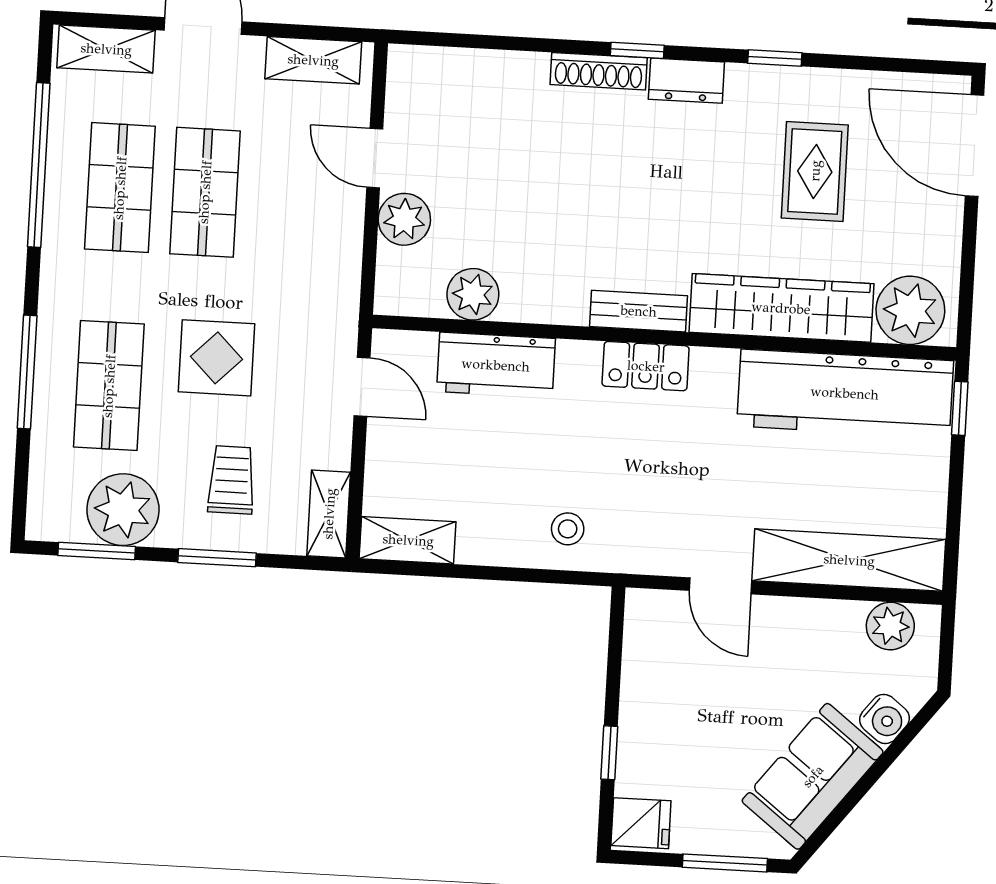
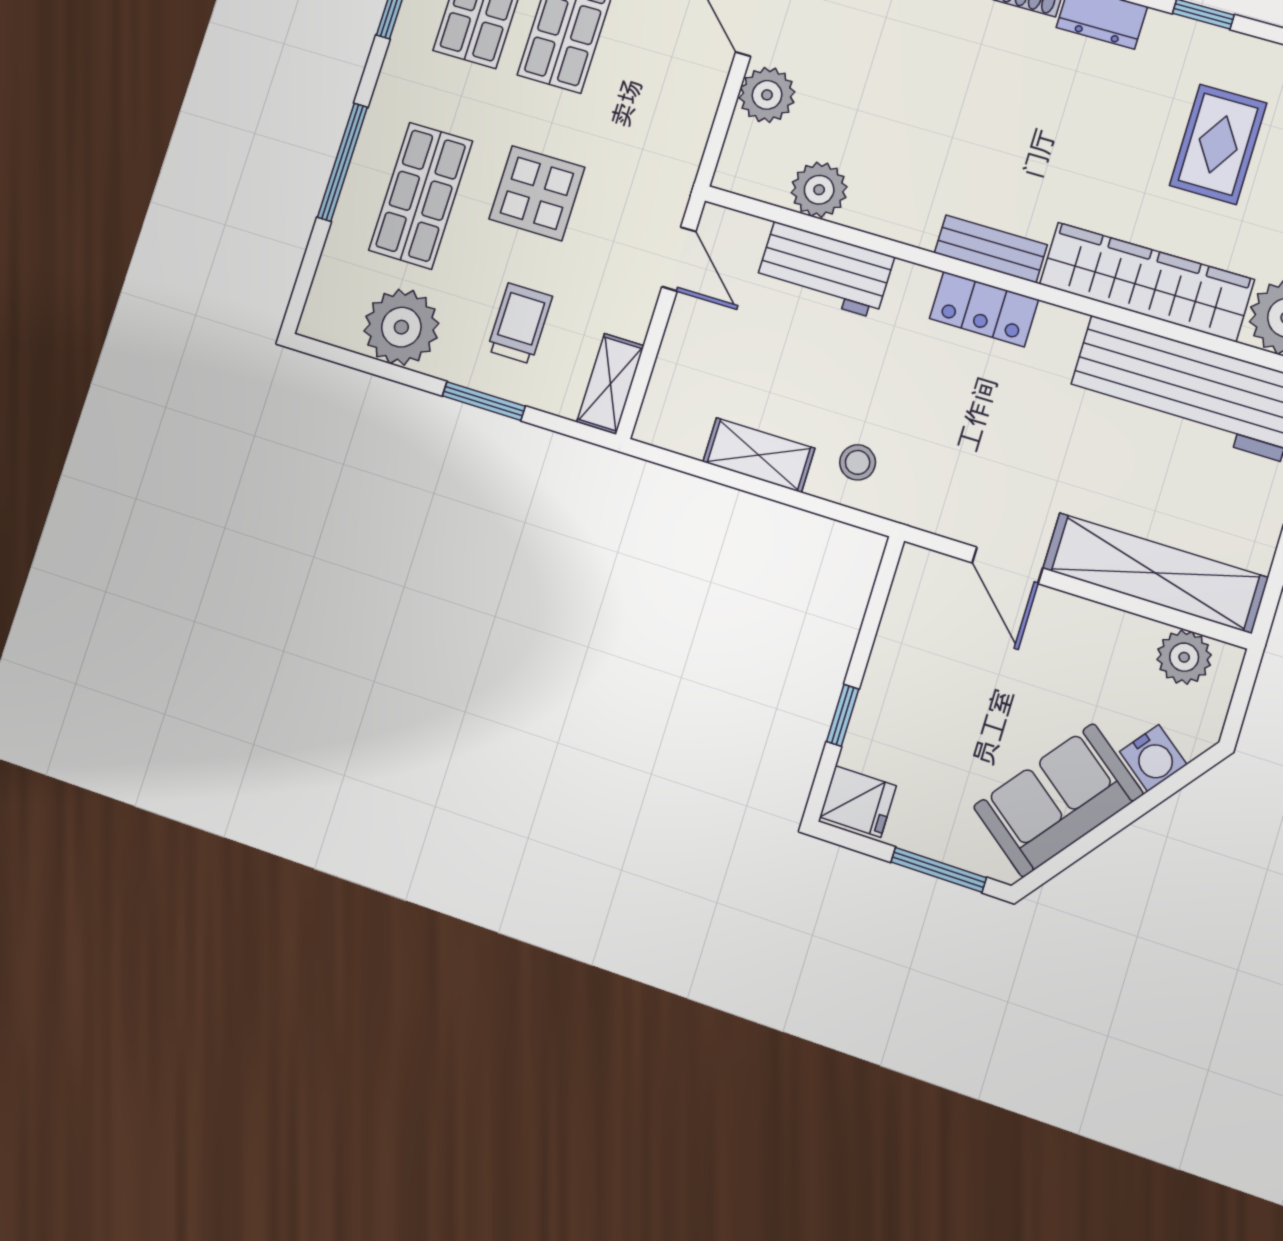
shelving: (408, 540) -> (759, 455), moved
window: (97, 551) -> (364, 363), removed

